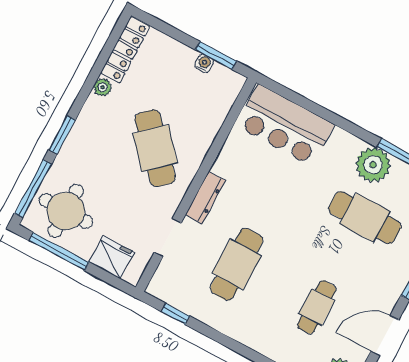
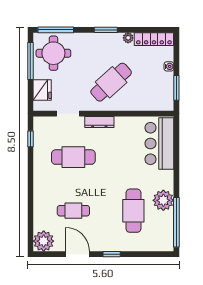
water cooler: (204, 63) -> (169, 66), moved
window: (62, 135) -> (106, 30), moved

